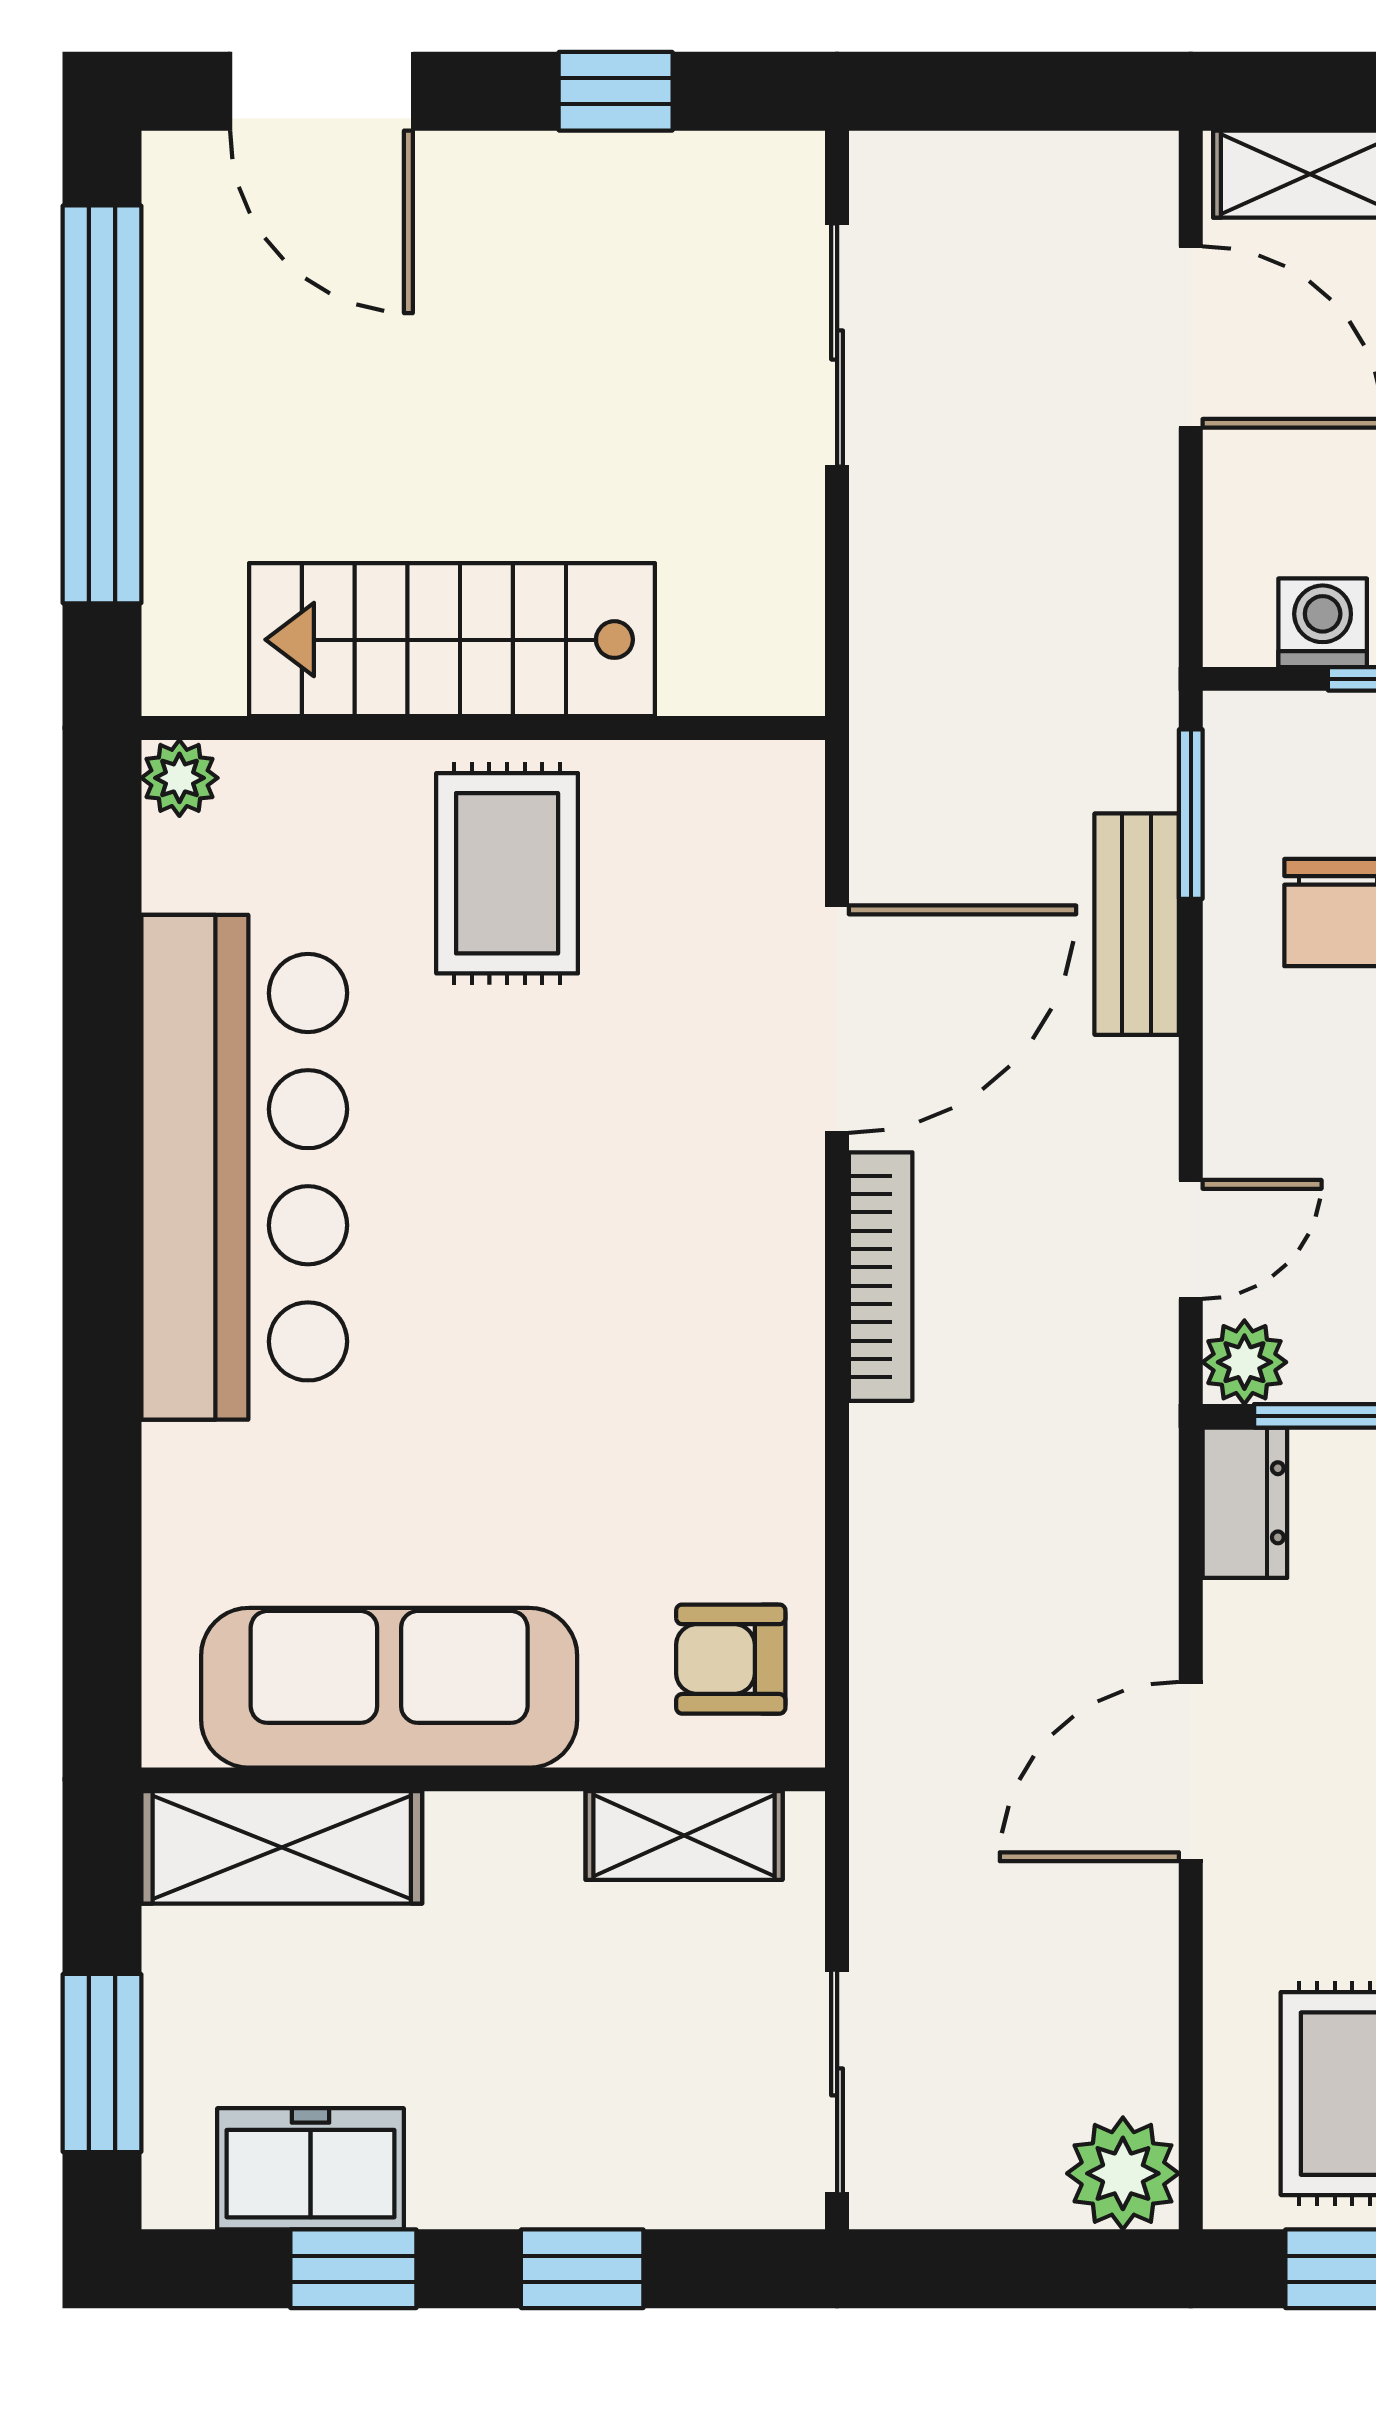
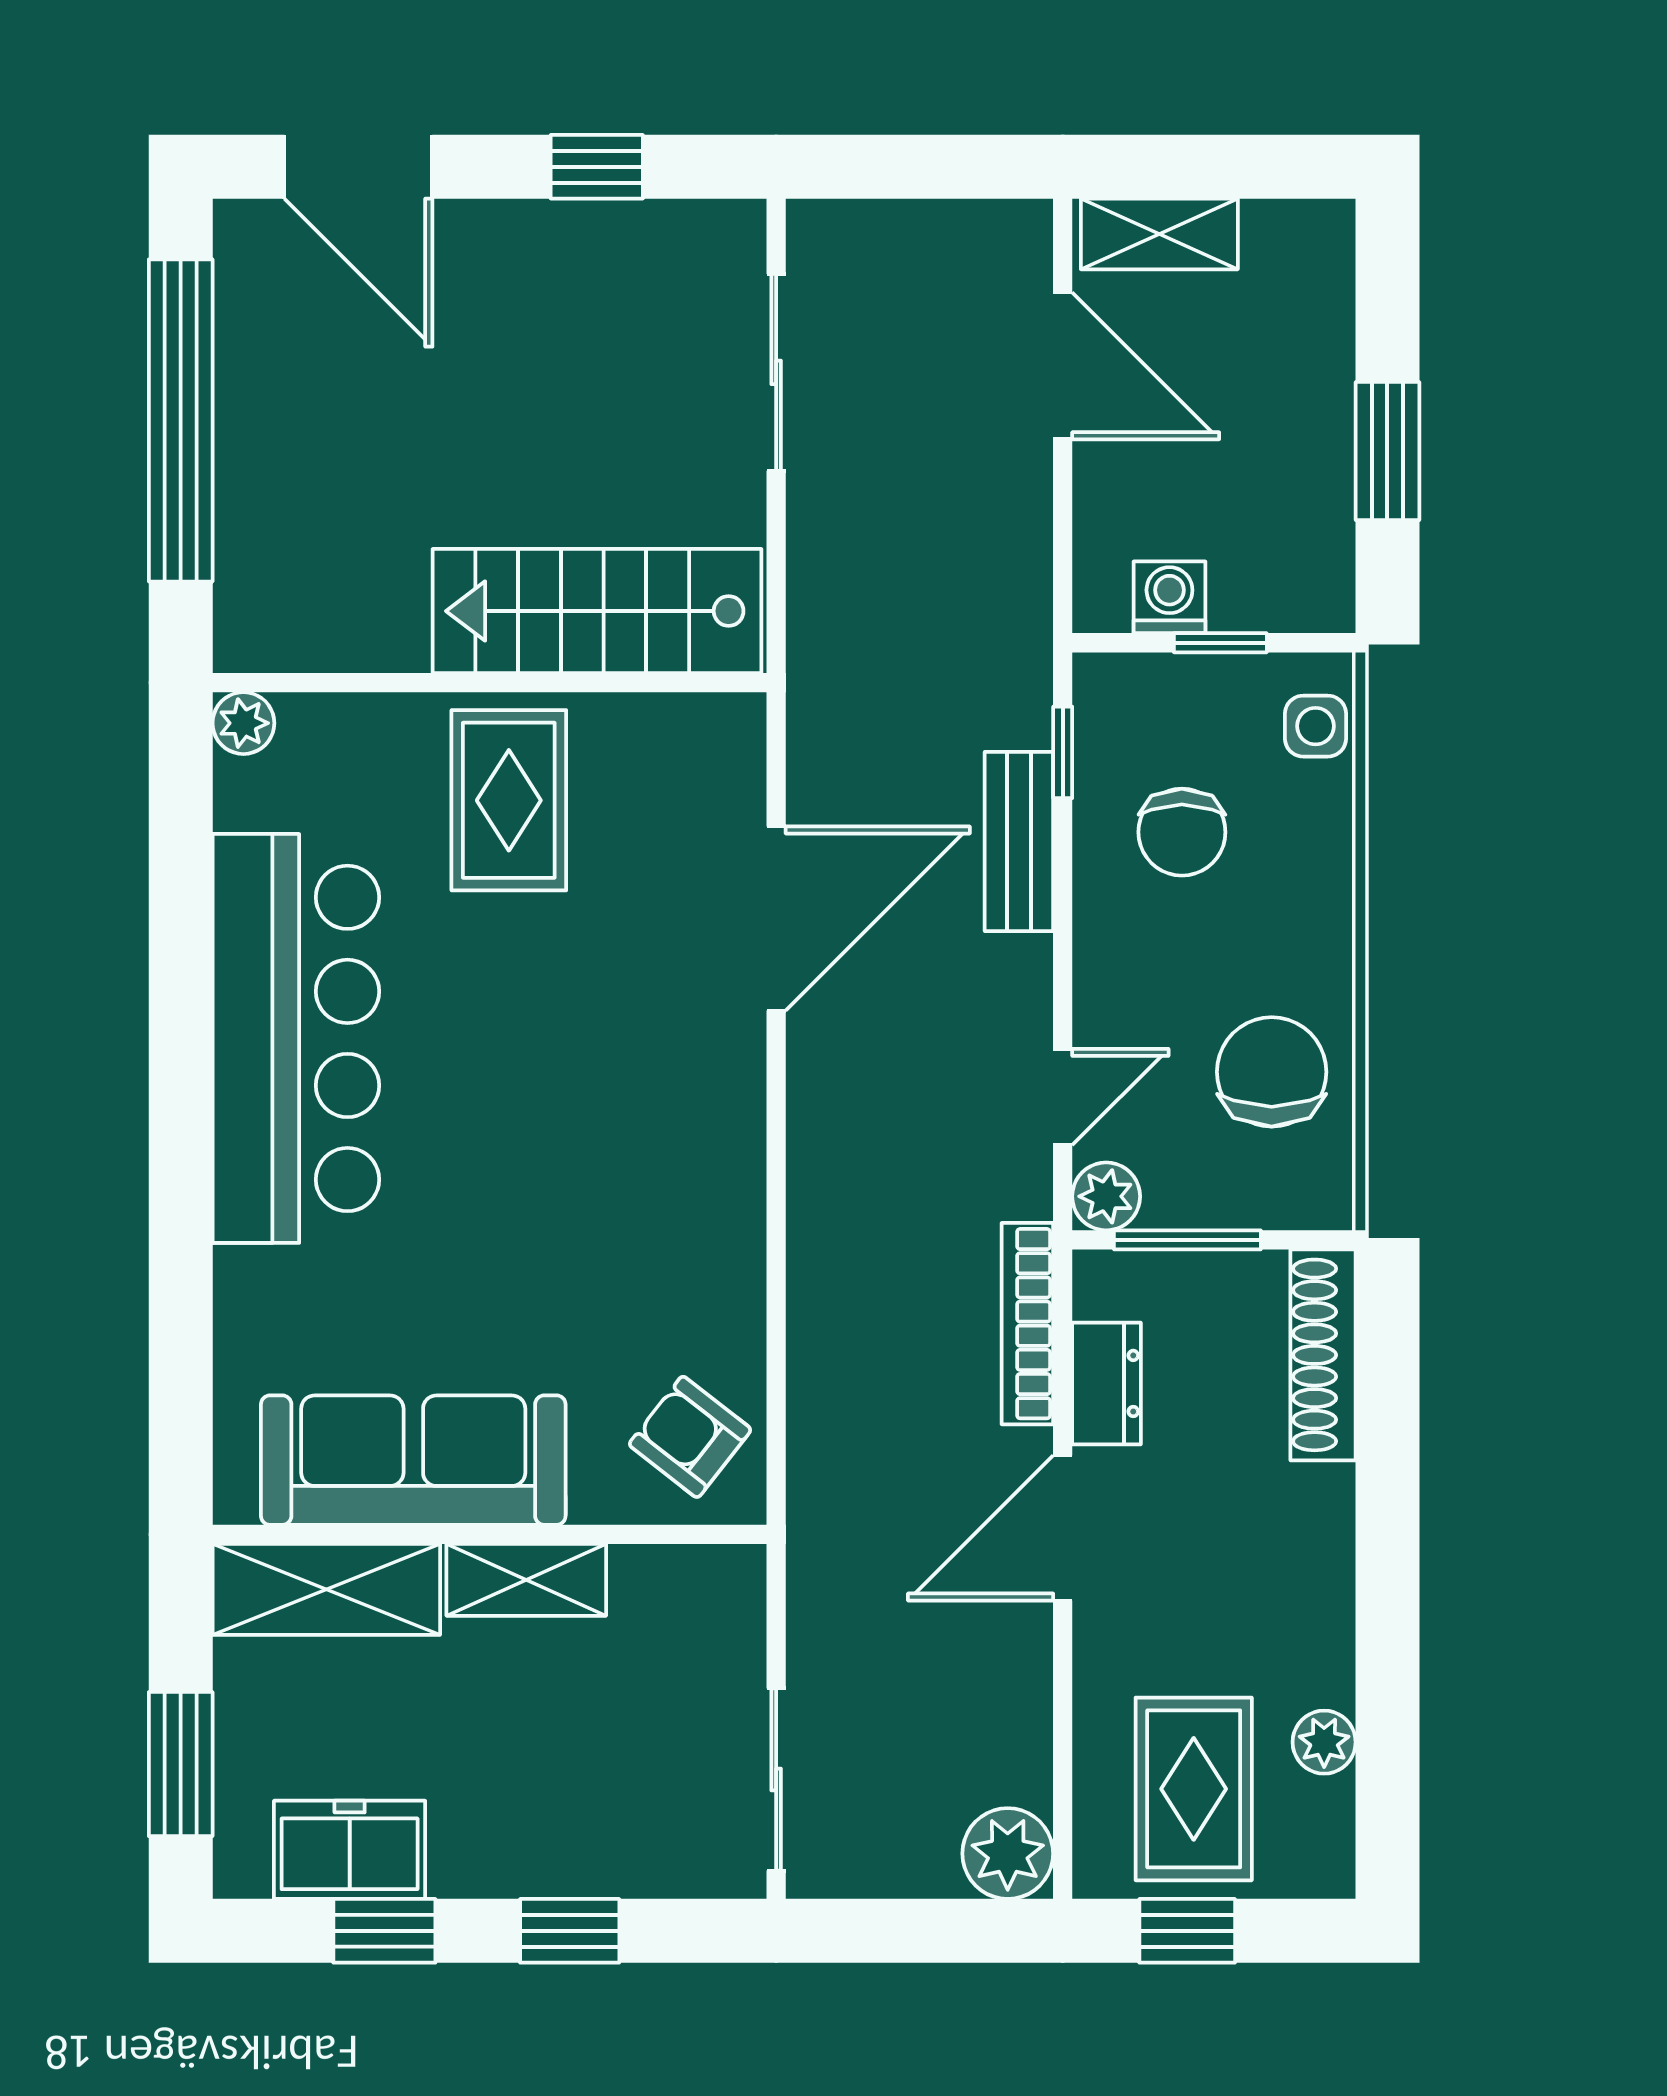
stairs: (452, 640) -> (597, 611), moved
window: (1191, 814) -> (1063, 752), width x0.67
bookcase: (881, 1277) -> (1027, 1324), moved, turned 180
dresser: (1245, 1503) -> (1106, 1383), moved
armchair: (731, 1659) -> (690, 1437), turned 38
shelving: (684, 1836) -> (526, 1580), moved

